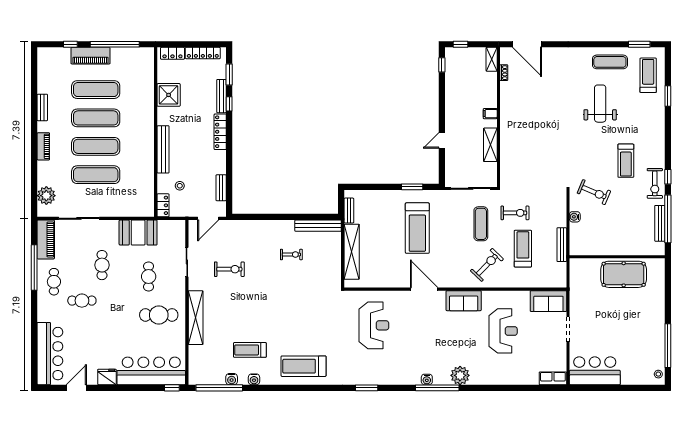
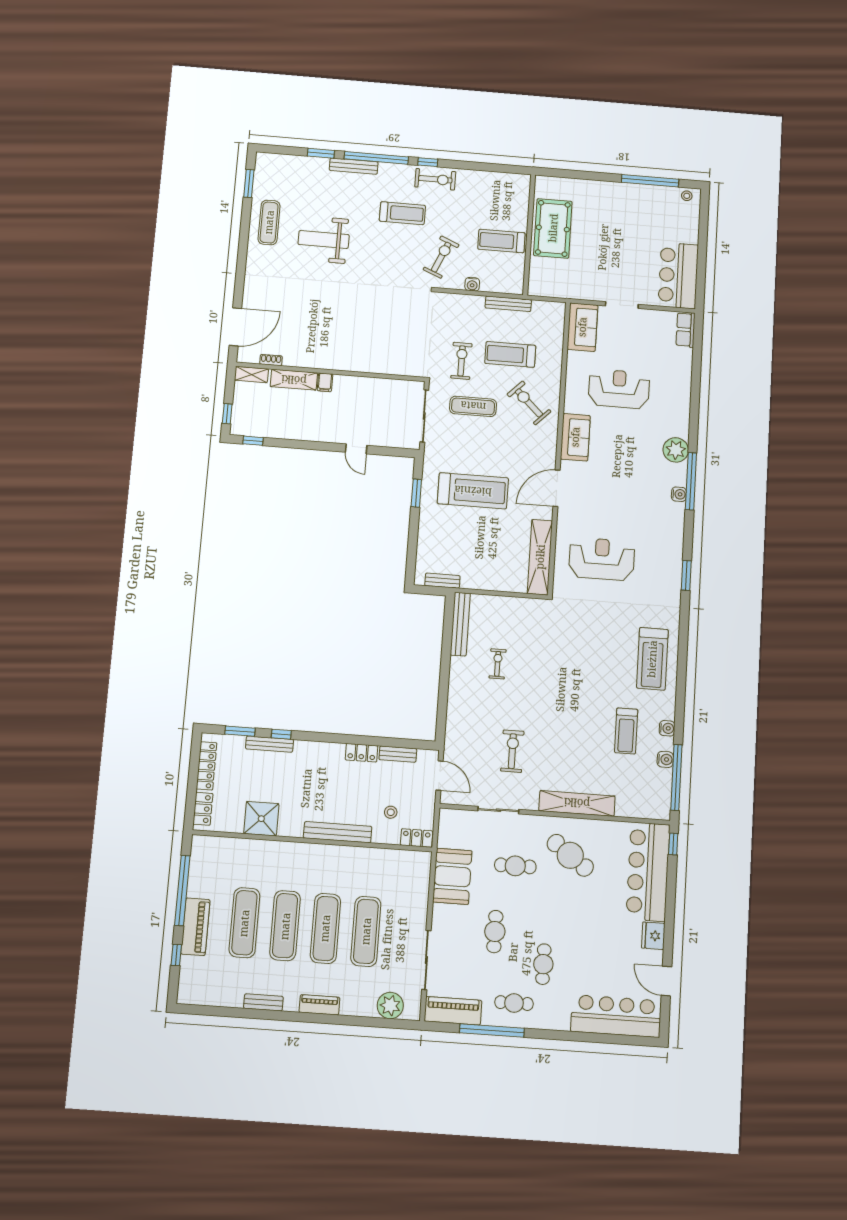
treadmill: (648, 75) -> (501, 241), moved
locker: (220, 132) -> (362, 753), moved, width x0.66
shelving: (490, 145) -> (294, 380), moved
window: (668, 219) -> (376, 158), moved
bench: (660, 223) -> (354, 166), moved
shelving: (352, 252) -> (540, 557), moved, turned 90
cafe table: (102, 265) -> (495, 932), turned 90
cafe table: (159, 315) -> (570, 855), turned -54

